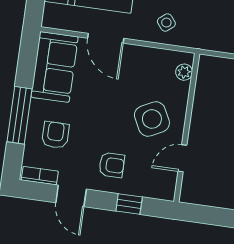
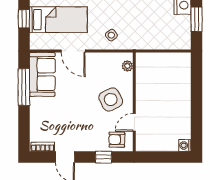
window: (20, 115) -> (24, 87), moved
armchair: (55, 135) -> (49, 119), removed
armchair: (112, 165) -> (117, 140), moved, turned 180

